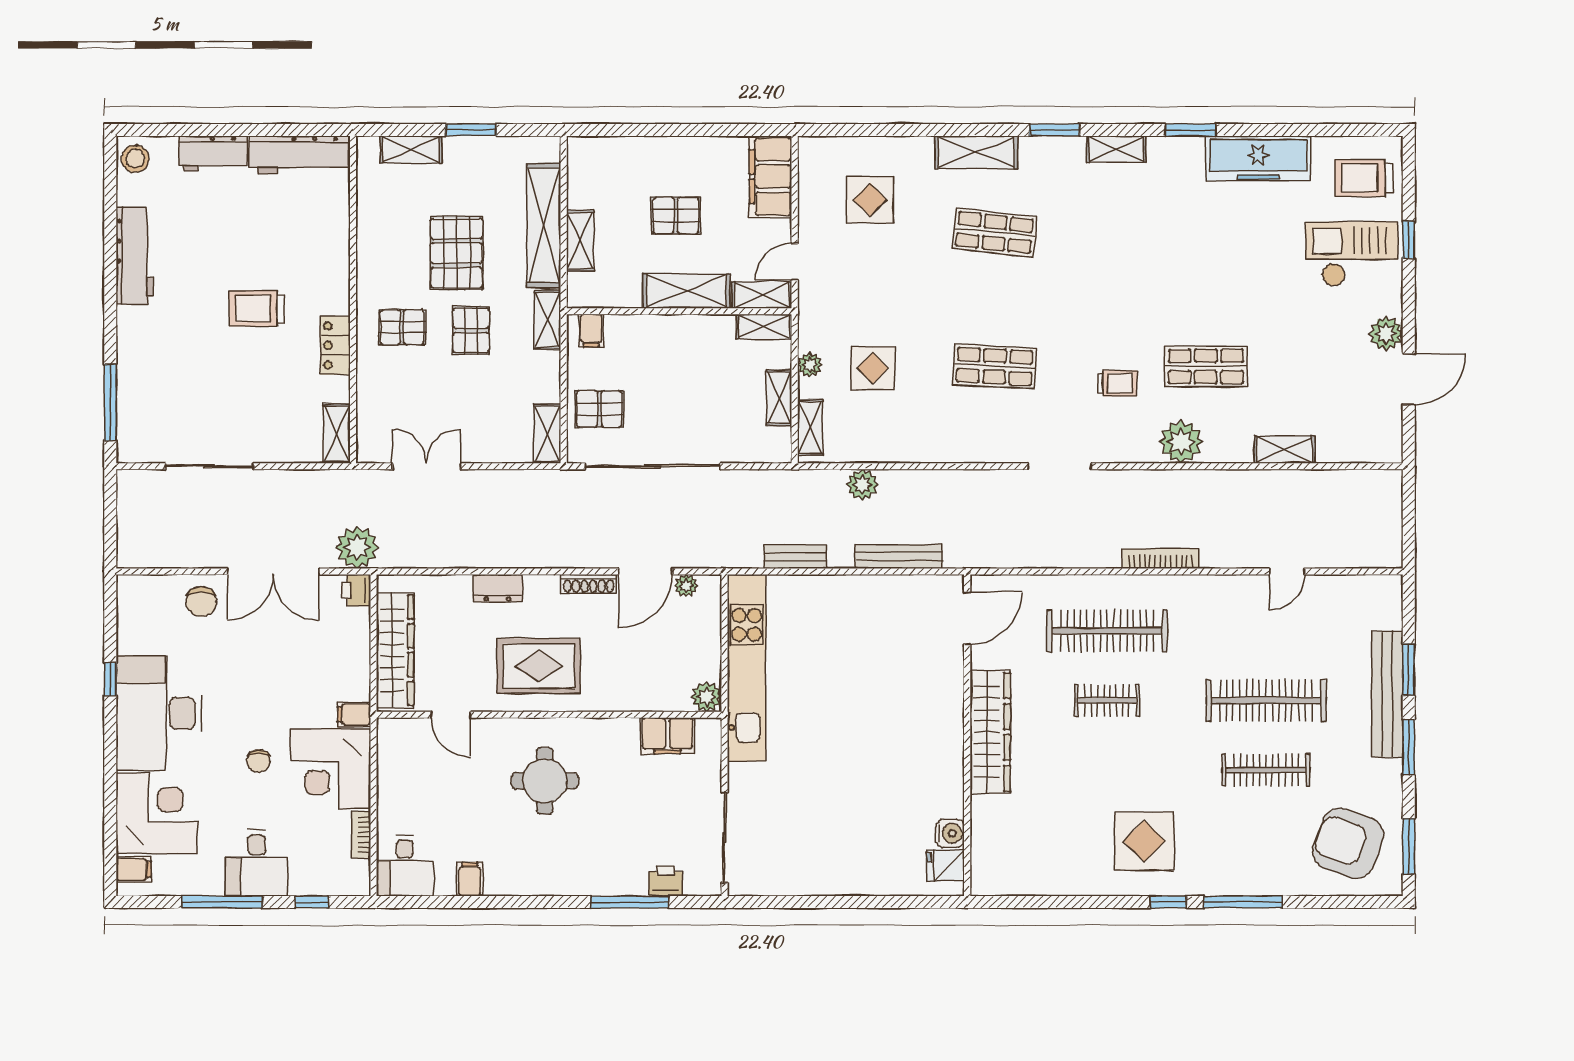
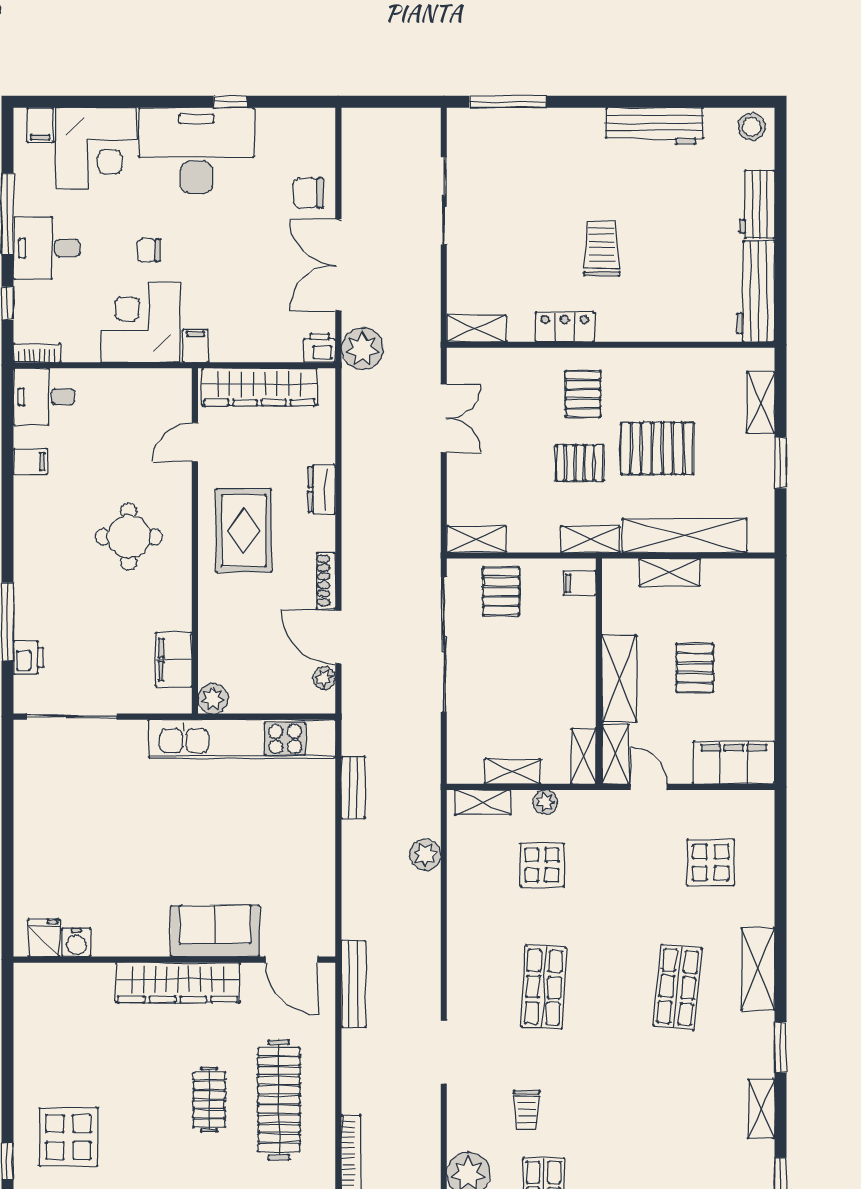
bench: (899, 556) -> (354, 984), moved
sofa: (939, 695) -> (215, 931), added
bookcase: (361, 835) -> (37, 353), moved

